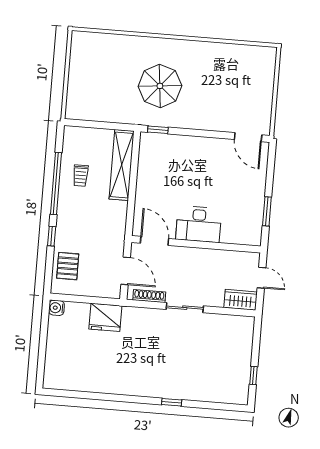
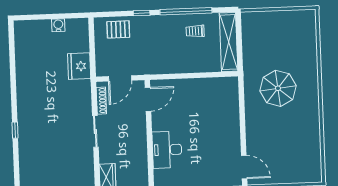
window: (158, 130) -> (241, 91), removed
door: (248, 137) -> (244, 167), swing flipped
shelving: (122, 165) -> (229, 42), moved, turned 90
desk: (199, 224) -> (167, 150), moved
water cooler: (56, 308) -> (58, 25), moved

